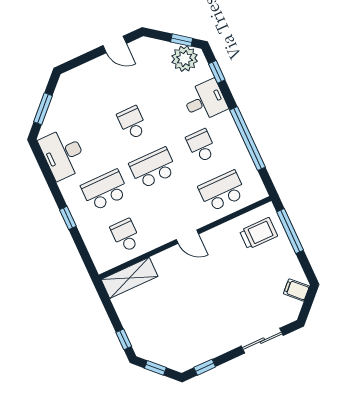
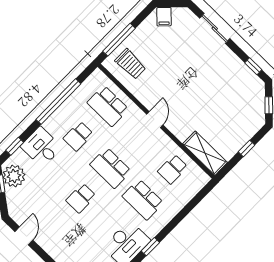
window: (68, 218) -> (150, 247), moved
trolley: (259, 233) -> (130, 64), turned 180
window: (124, 339) -> (247, 148), moved

